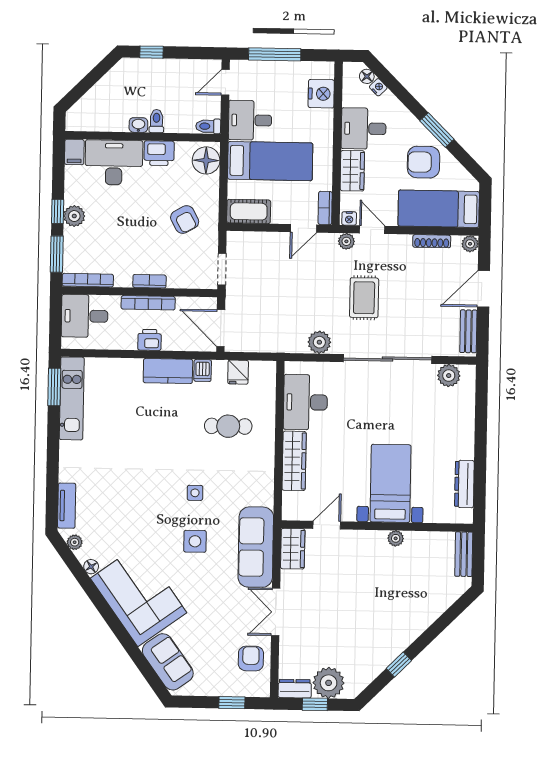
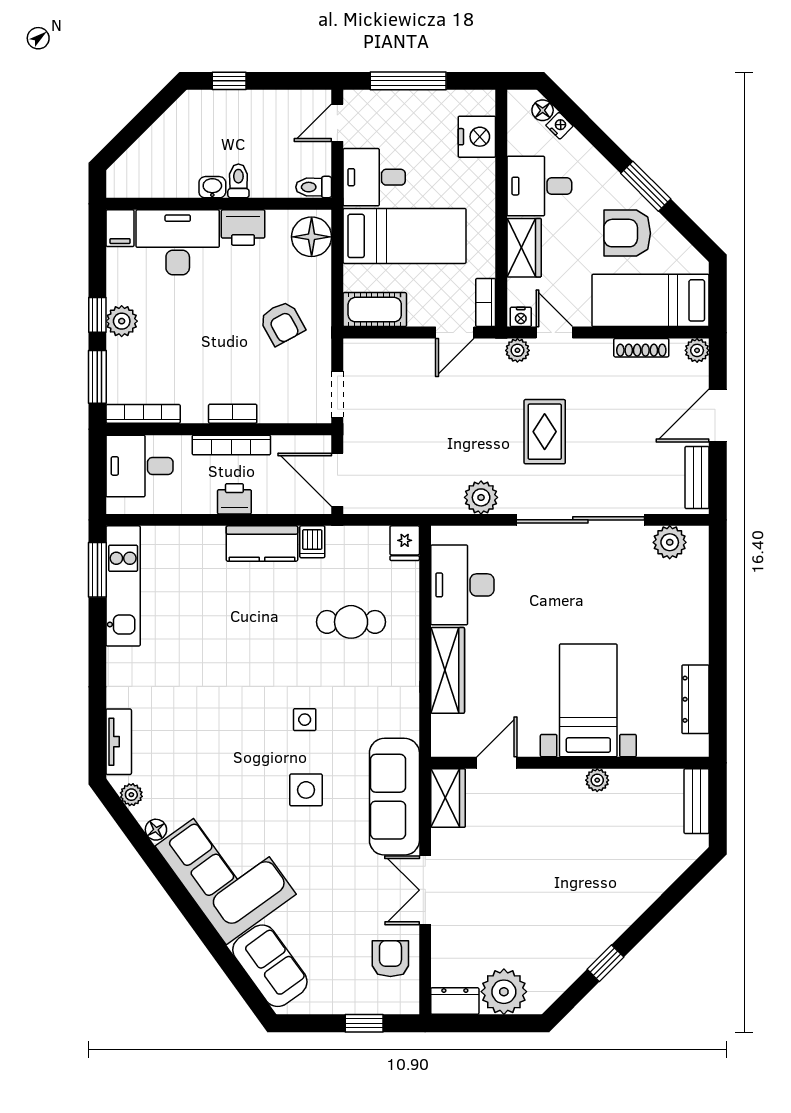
fridge: (238, 372) -> (405, 543), moved
window: (315, 704) -> (485, 1023), removed

